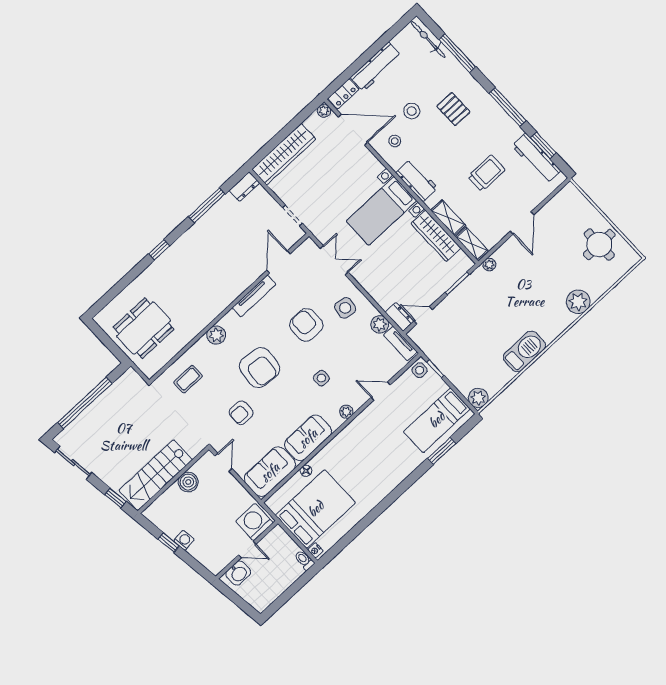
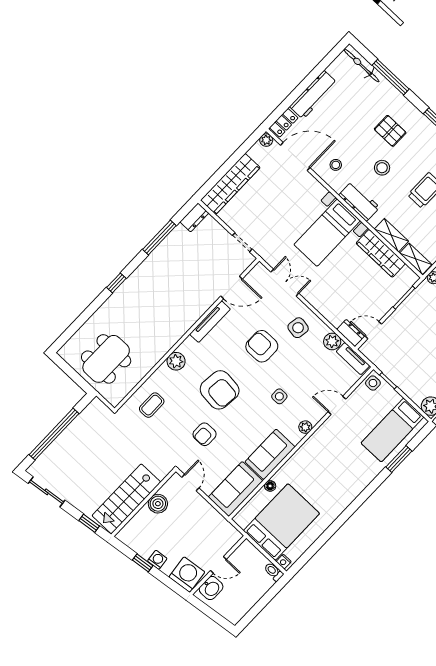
stool: (412, 111) -> (382, 168), moved
door: (279, 262) -> (232, 288), swing flipped
washing machine: (254, 522) -> (187, 574), moved, turned 83

